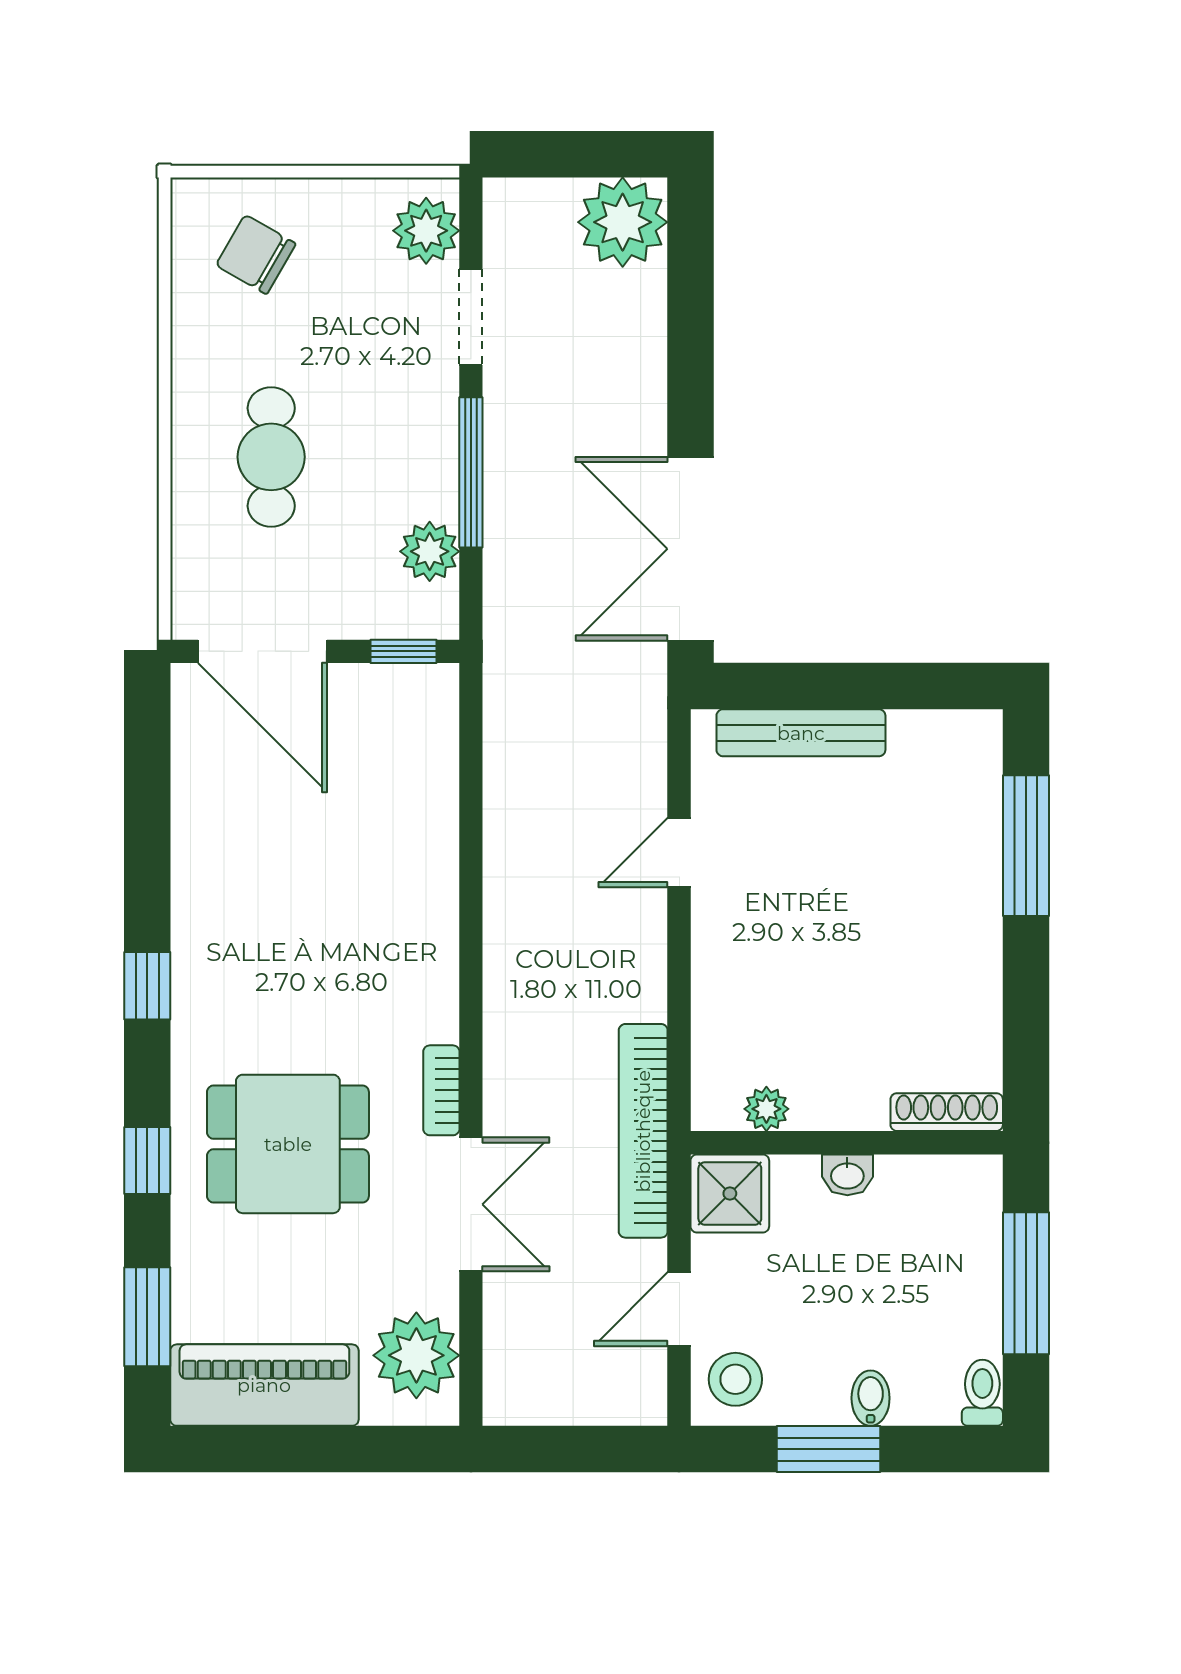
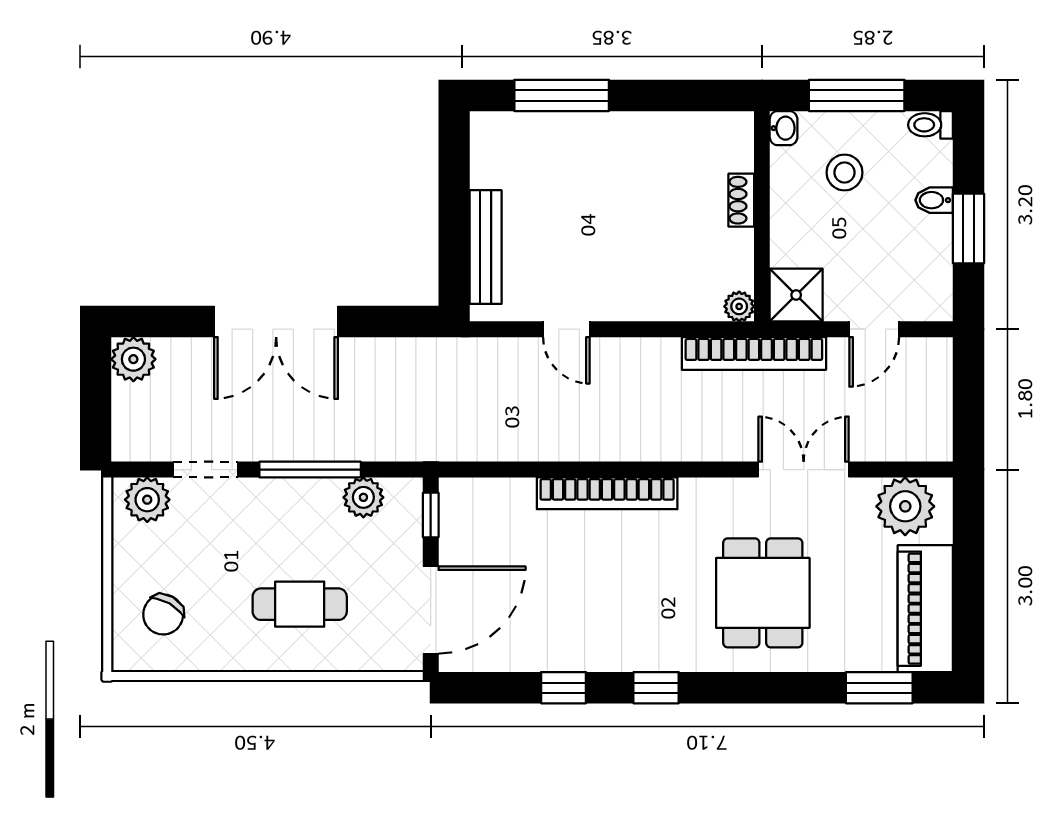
plant: (623, 222) -> (133, 359), width x0.73, depth x0.73
double door: (691, 549) -> (276, 321), moved
bookcase: (441, 1090) -> (607, 493), moved, width x2.31, depth x1.31
plant: (766, 1109) -> (739, 306), moved
shoe rack: (947, 1112) -> (741, 200), moved, width x0.70
window: (147, 1161) -> (563, 688), moved
washbasin: (847, 1175) -> (784, 128), moved
door: (679, 1309) -> (874, 329), hinge flipped
stool: (735, 1379) -> (844, 173), moved

